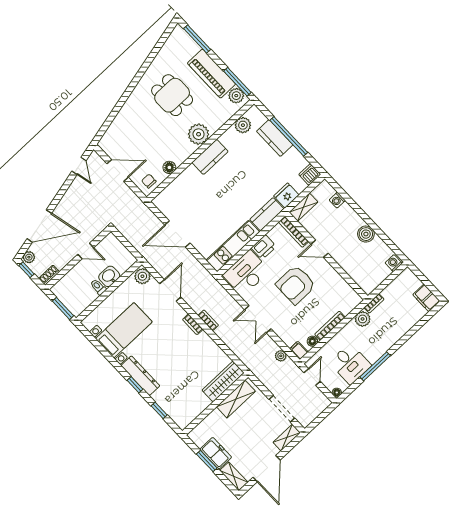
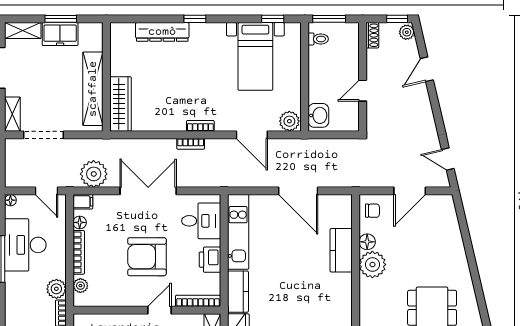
plant: (199, 134) -> (372, 265), moved
kitchen counter: (210, 157) -> (341, 250), moved
door: (39, 226) -> (427, 69), width x0.53
door: (177, 234) -> (298, 191), swing flipped
desk: (246, 273) -> (201, 221), width x0.73
washbasin: (109, 276) -> (318, 115), moved
armchair: (296, 285) -> (147, 257), turned -90
toilet: (98, 287) -> (318, 39), moved
plant: (348, 307) -> (80, 286), added
double door: (258, 319) -> (148, 191), width x1.37
plant: (281, 356) -> (94, 174), width x1.87, depth x1.87
desk: (350, 364) -> (25, 245), width x1.37
dresser: (140, 376) -> (162, 32), moved
shelving: (236, 399) -> (93, 89), width x1.47
window: (159, 410) -> (273, 19), moved

